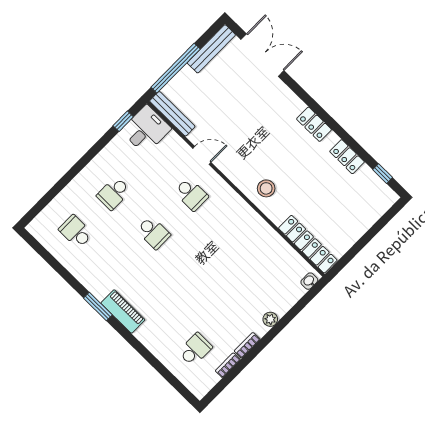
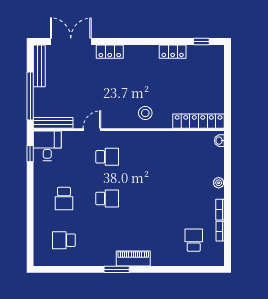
locker: (314, 124) -> (110, 52), moved

